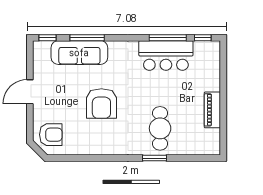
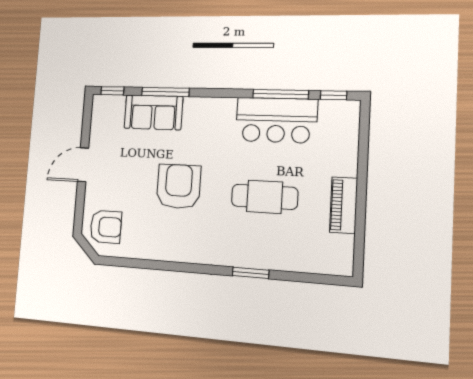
sofa: (79, 53) -> (153, 112), width x0.73
armchair: (101, 104) -> (179, 186), turned 180
cafe table: (160, 128) -> (265, 197), moved, turned 90

